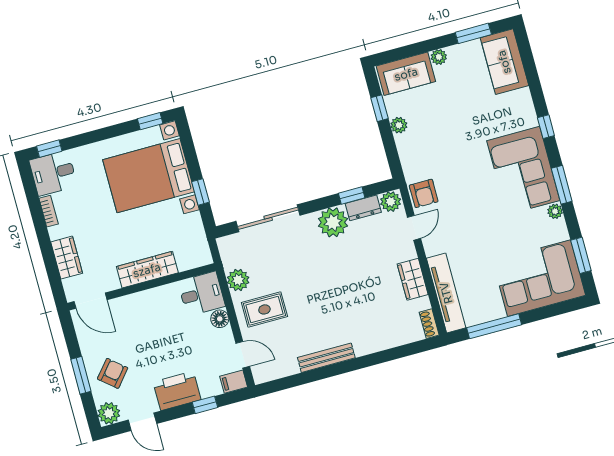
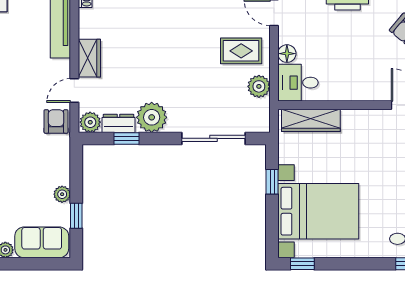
wardrobe: (147, 270) -> (311, 120), moved
wardrobe: (413, 279) -> (89, 58), moved

